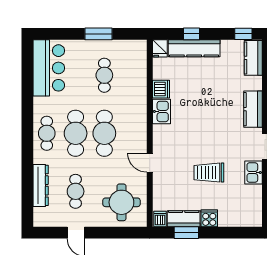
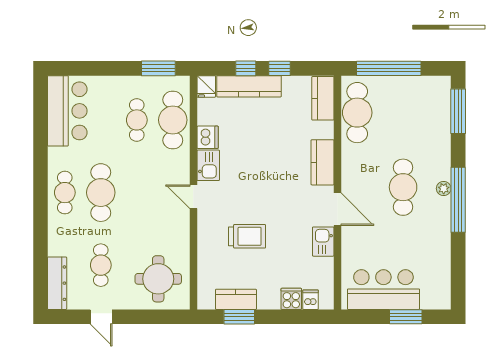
window: (98, 34) -> (158, 68), moved
window: (243, 34) -> (280, 68), moved
cafe table: (104, 133) -> (173, 120), moved
door: (150, 163) -> (193, 197), moved
trolley: (209, 173) -> (247, 236), moved, turned 180
dresser: (41, 185) -> (57, 283), moved
cooker: (209, 218) -> (291, 299), moved
dishwasher: (160, 219) -> (311, 300), moved

